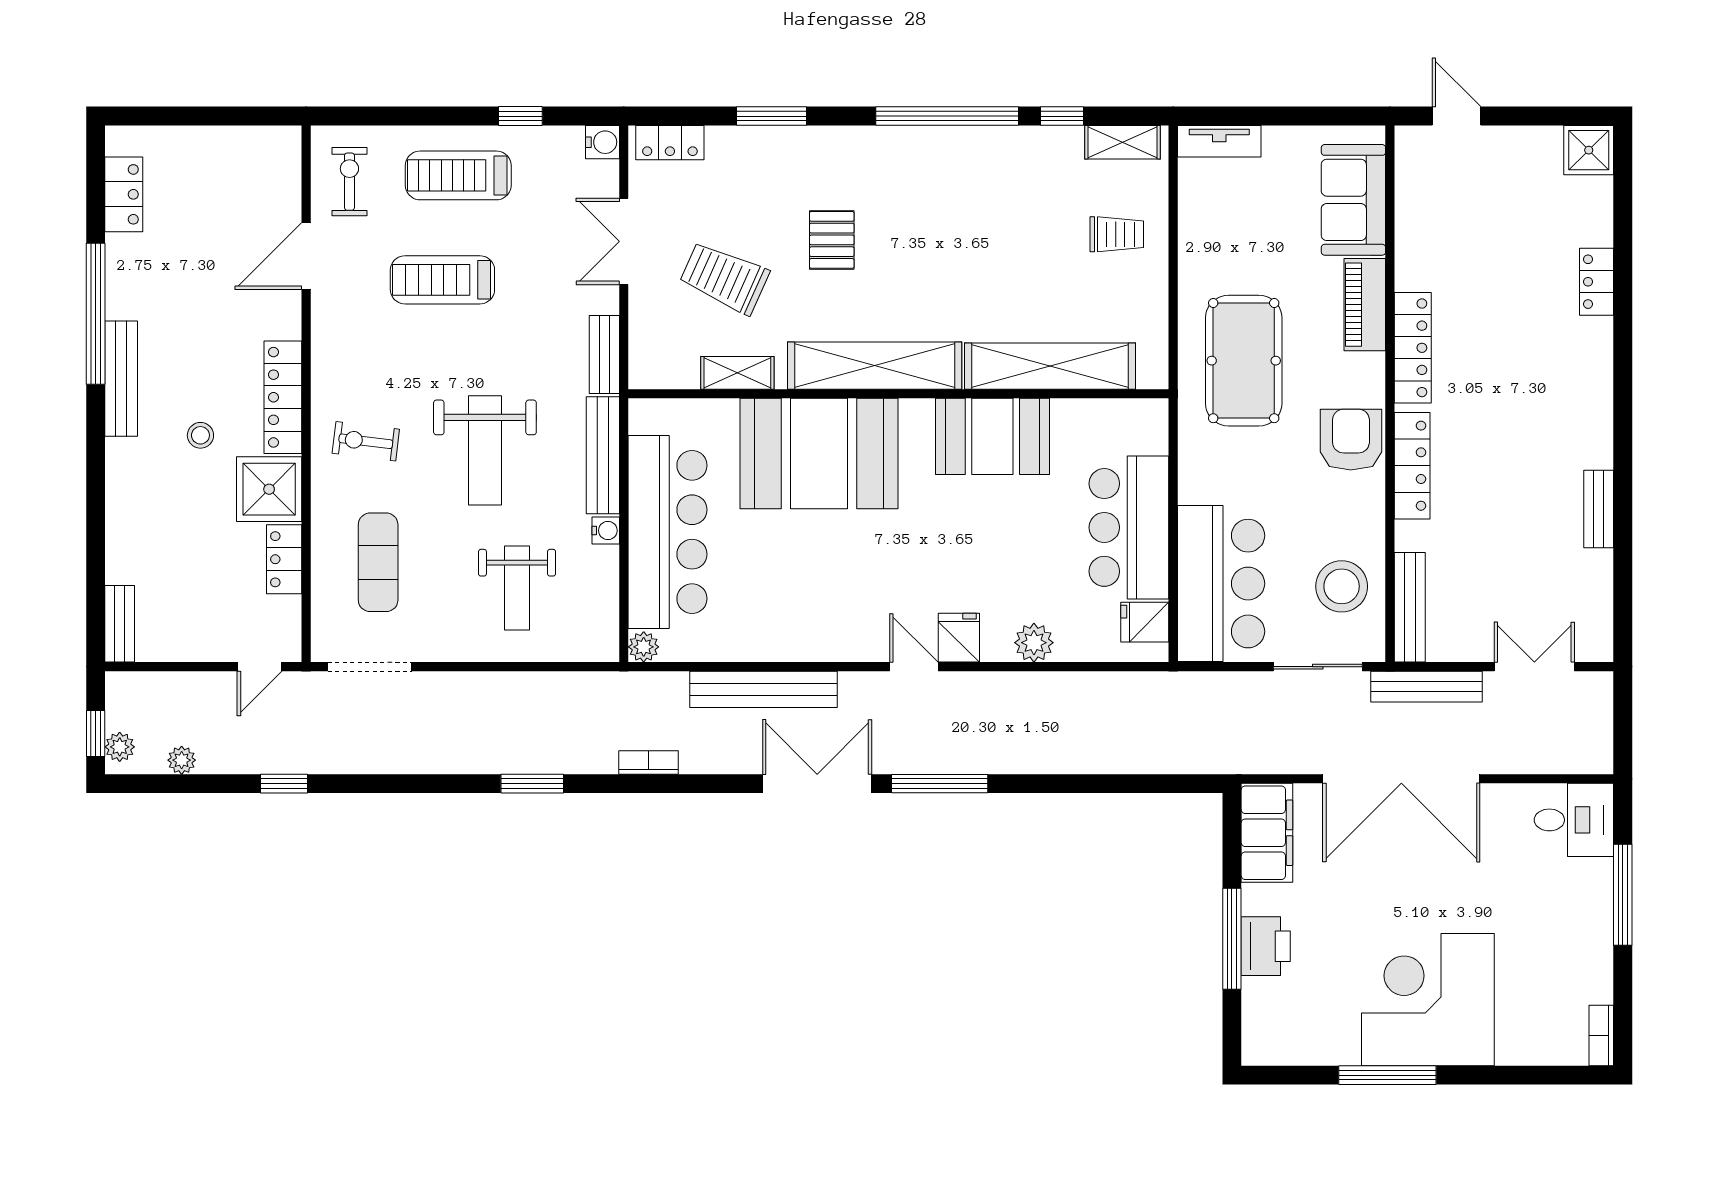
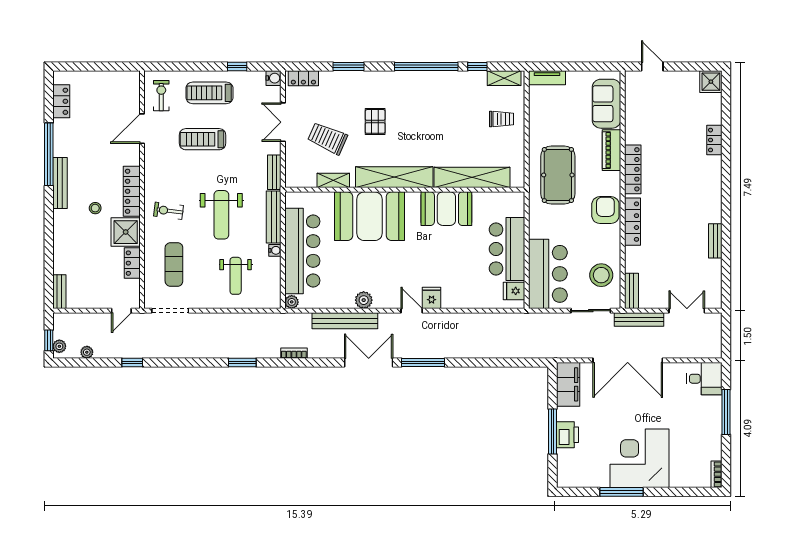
bench: (1410, 607) -> (632, 291), width x0.73
plant: (1034, 643) -> (364, 300), moved

